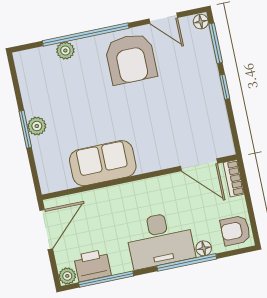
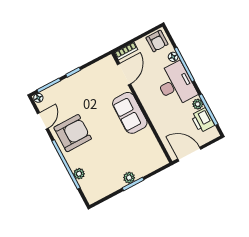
sofa: (103, 163) -> (130, 113), moved
plant: (67, 276) -> (198, 104), moved

